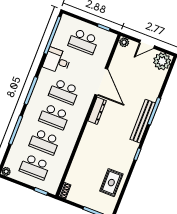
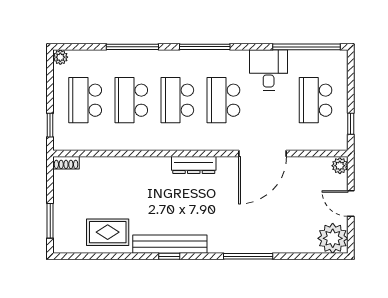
dresser: (97, 111) -> (194, 165), moved
bench: (143, 121) -> (170, 244), moved

